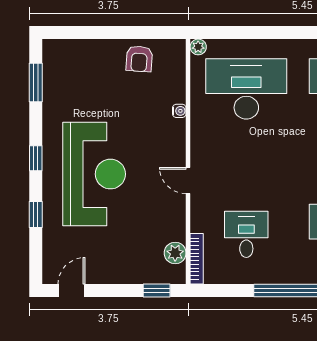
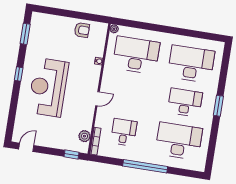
armchair: (139, 59) -> (82, 30), turned -94
reception desk: (94, 174) -> (48, 87), turned 180
door: (188, 181) -> (97, 99), swing flipped
window: (36, 214) -> (14, 104), removed

